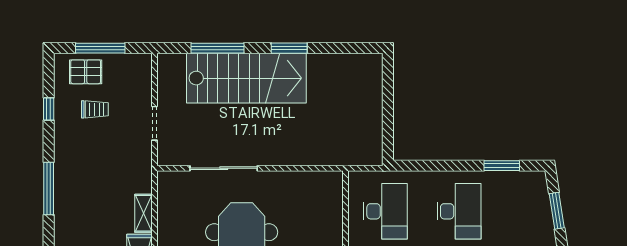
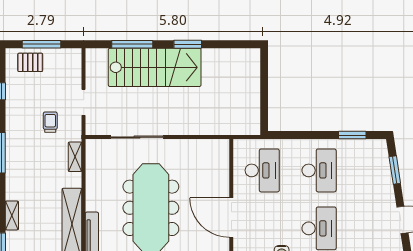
trolley: (95, 109) -> (50, 122), moved, turned -90
shelving: (144, 213) -> (75, 157), moved

